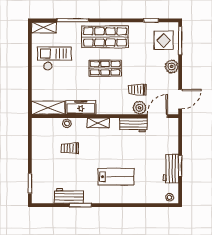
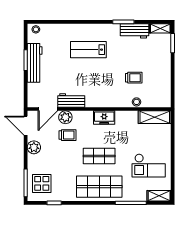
plant: (172, 66) -> (34, 147), moved
door: (180, 99) -> (26, 126), hinge flipped
freezer: (81, 107) -> (104, 118), moved, width x0.71
shelving: (98, 123) -> (160, 28), moved
workbench: (171, 169) -> (35, 63), width x1.38

